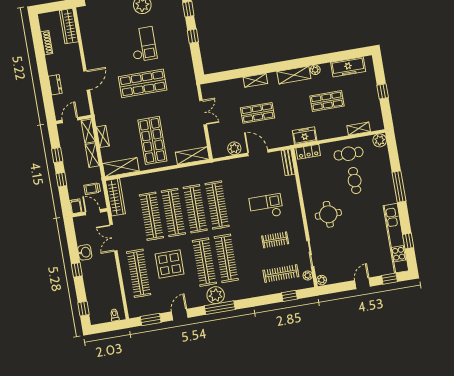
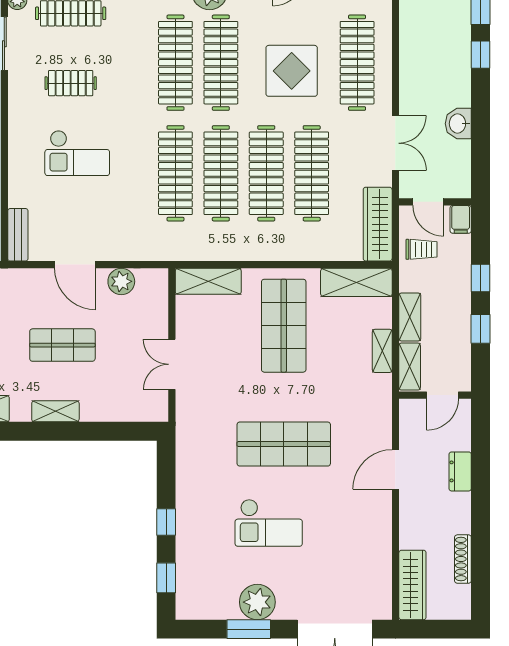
checkout: (143, 44) -> (269, 523), turned -90
window: (77, 270) -> (480, 55), moved

